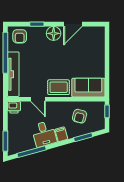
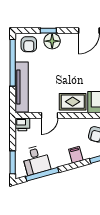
floor lamp: (54, 33) -> (52, 41), moved
door: (38, 99) -> (49, 115), hinge flipped
desk: (44, 134) -> (36, 160), moved

